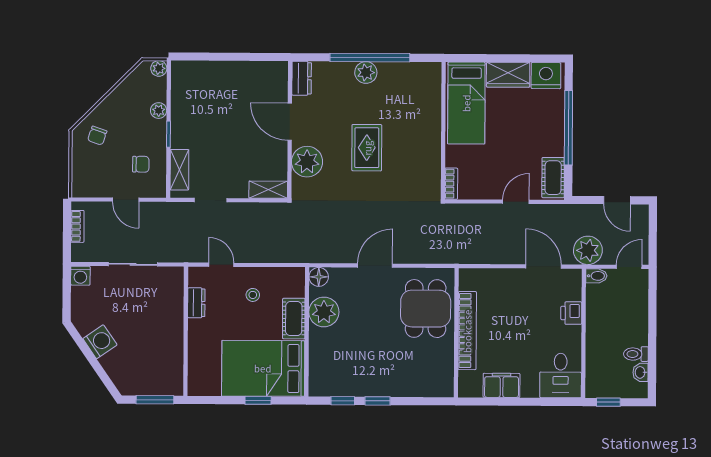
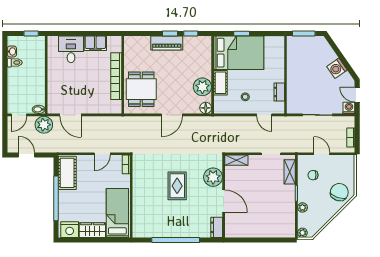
plant: (366, 73) -> (178, 231), removed
chair: (97, 136) -> (339, 192), width x1.87, depth x1.87
cot: (553, 178) -> (67, 173), width x1.37, depth x1.34
door: (516, 202) -> (102, 154), moved
door: (67, 298) -> (357, 95), added
printer: (571, 313) -> (54, 87), removed
desk: (561, 376) -> (71, 49), moved
piano: (383, 385) -> (167, 43), added

